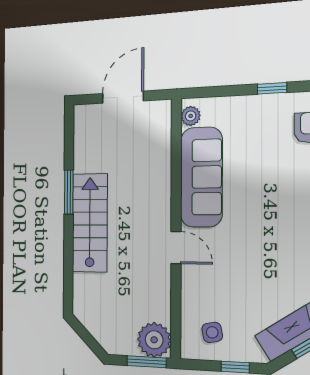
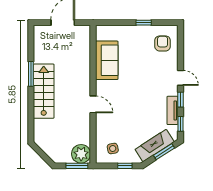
plant: (191, 116) -> (101, 35), removed
sofa: (201, 177) -> (107, 60), width x0.73

